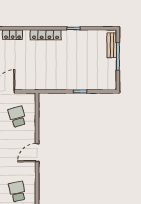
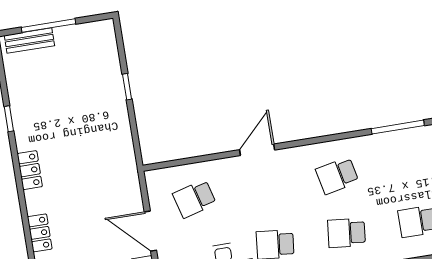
locker: (46, 35) -> (30, 170), width x0.66
door: (37, 153) -> (257, 150), swing flipped

